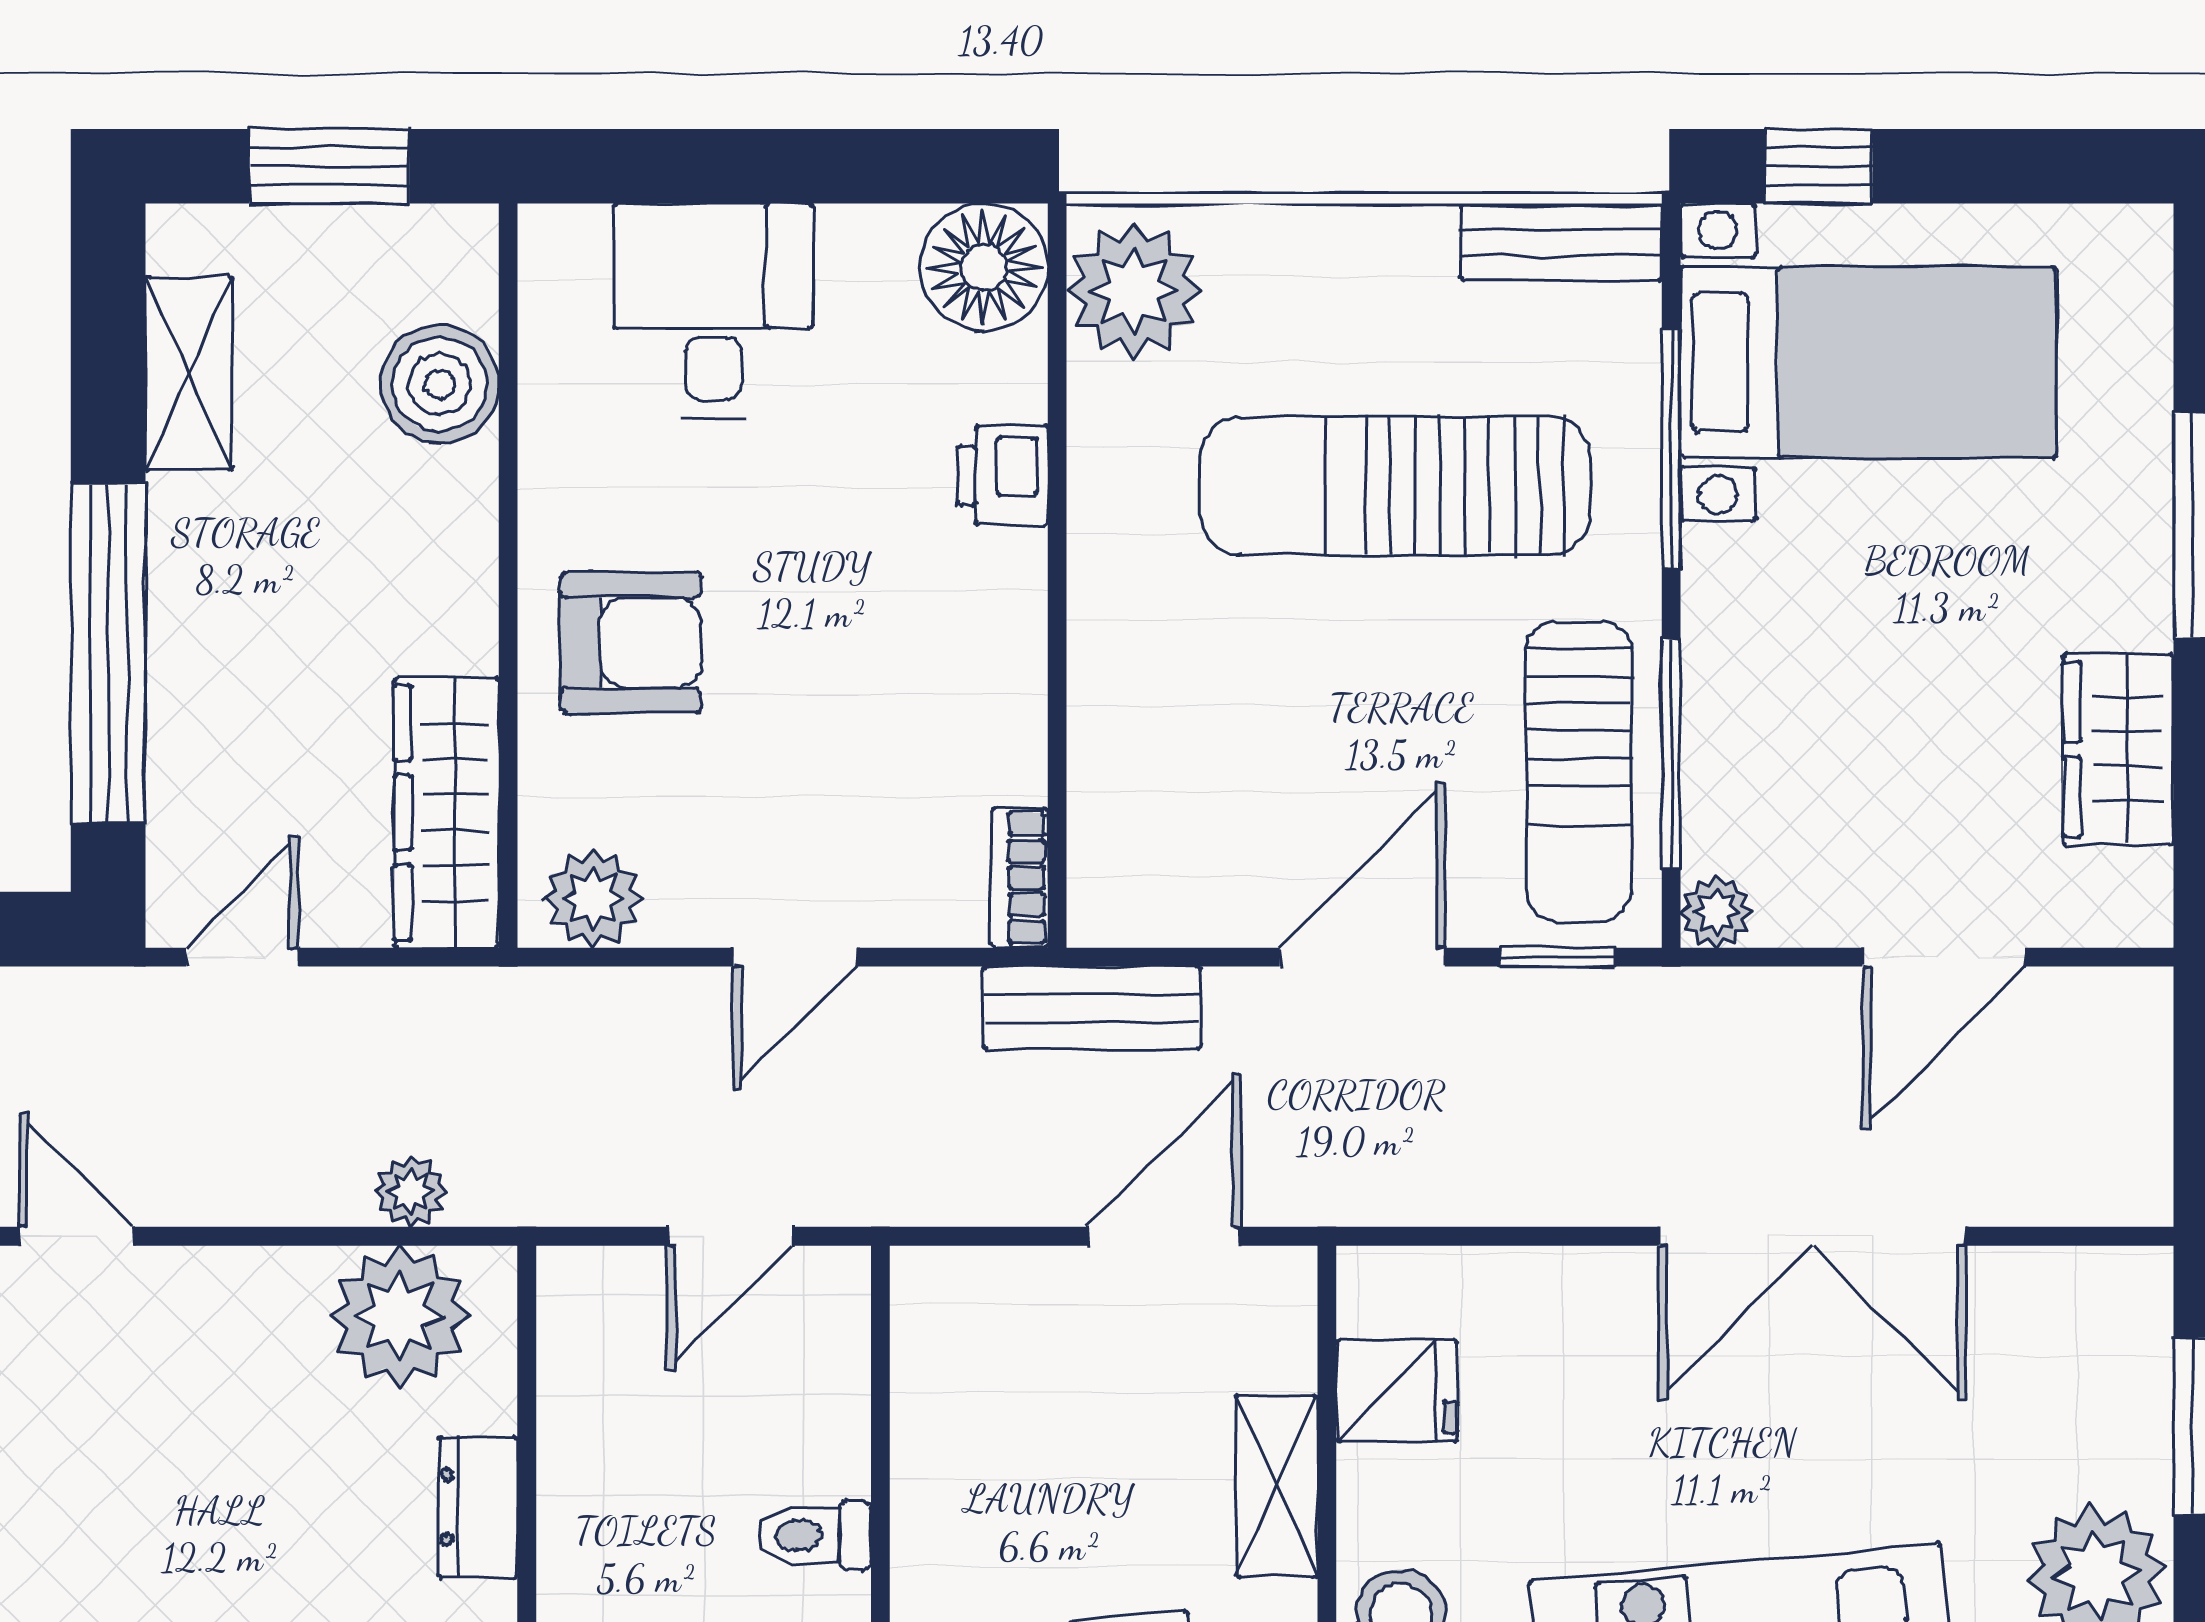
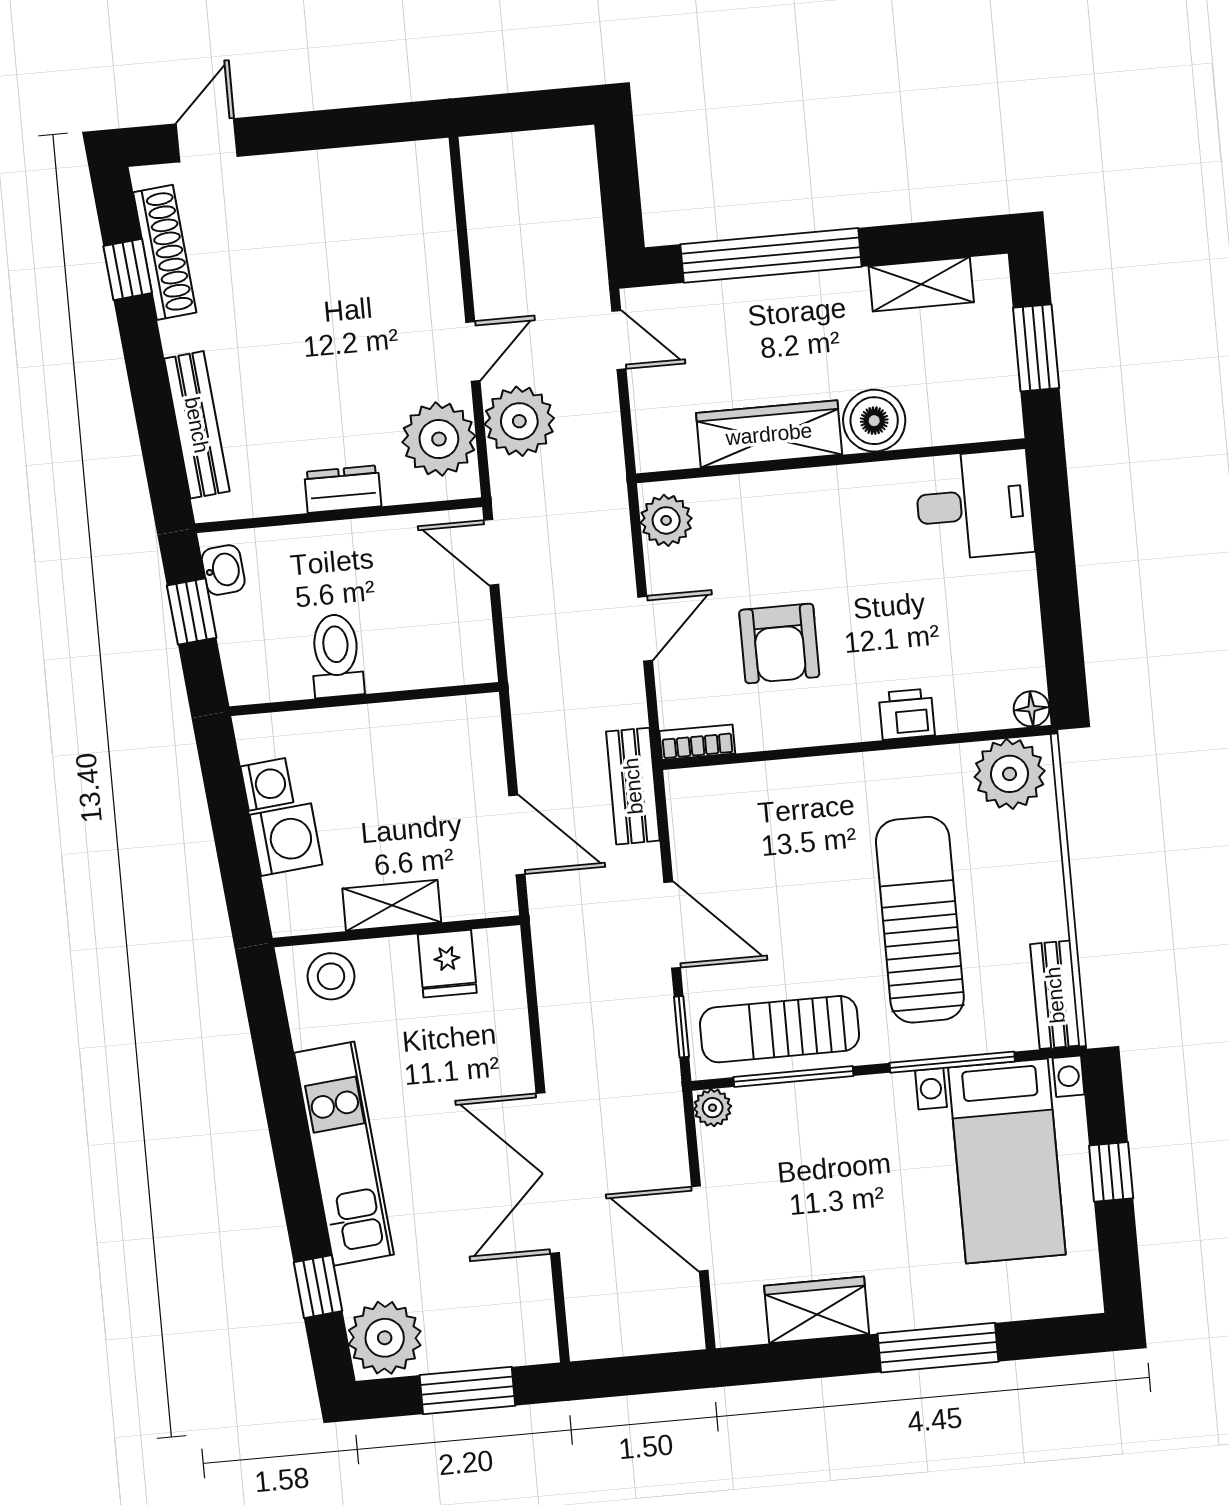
window: (1818, 166) -> (1111, 1172), moved
floor lamp: (984, 267) -> (1032, 709), width x0.53, depth x0.53
desk: (713, 311) -> (974, 505), moved
boiler: (440, 384) -> (874, 421), moved
armchair: (631, 643) -> (779, 643), moved
wardrobe: (447, 813) -> (769, 434), moved
door: (795, 957) -> (645, 629), swing flipped
plant: (410, 1191) -> (519, 421), width x1.88, depth x1.88
door: (77, 1236) -> (473, 351), moved
door: (730, 1236) -> (491, 552), moved
toilet: (815, 1535) -> (336, 656), width x1.37, depth x1.39

